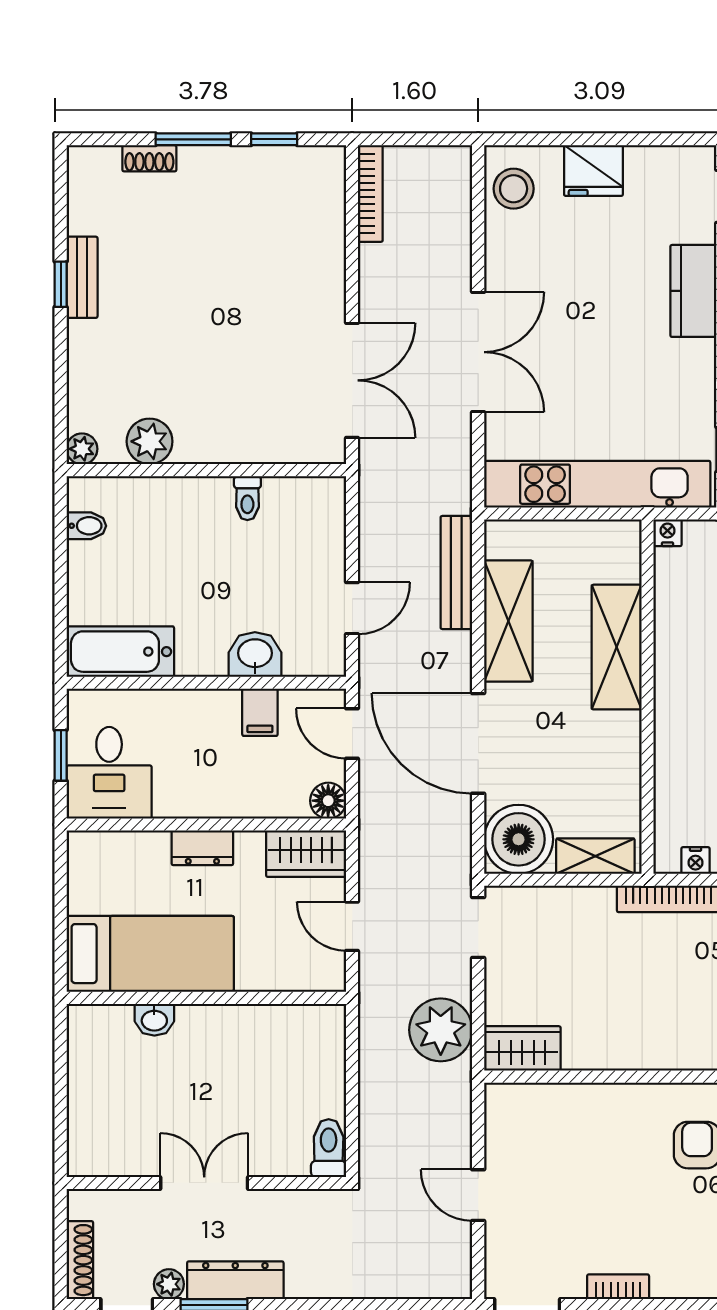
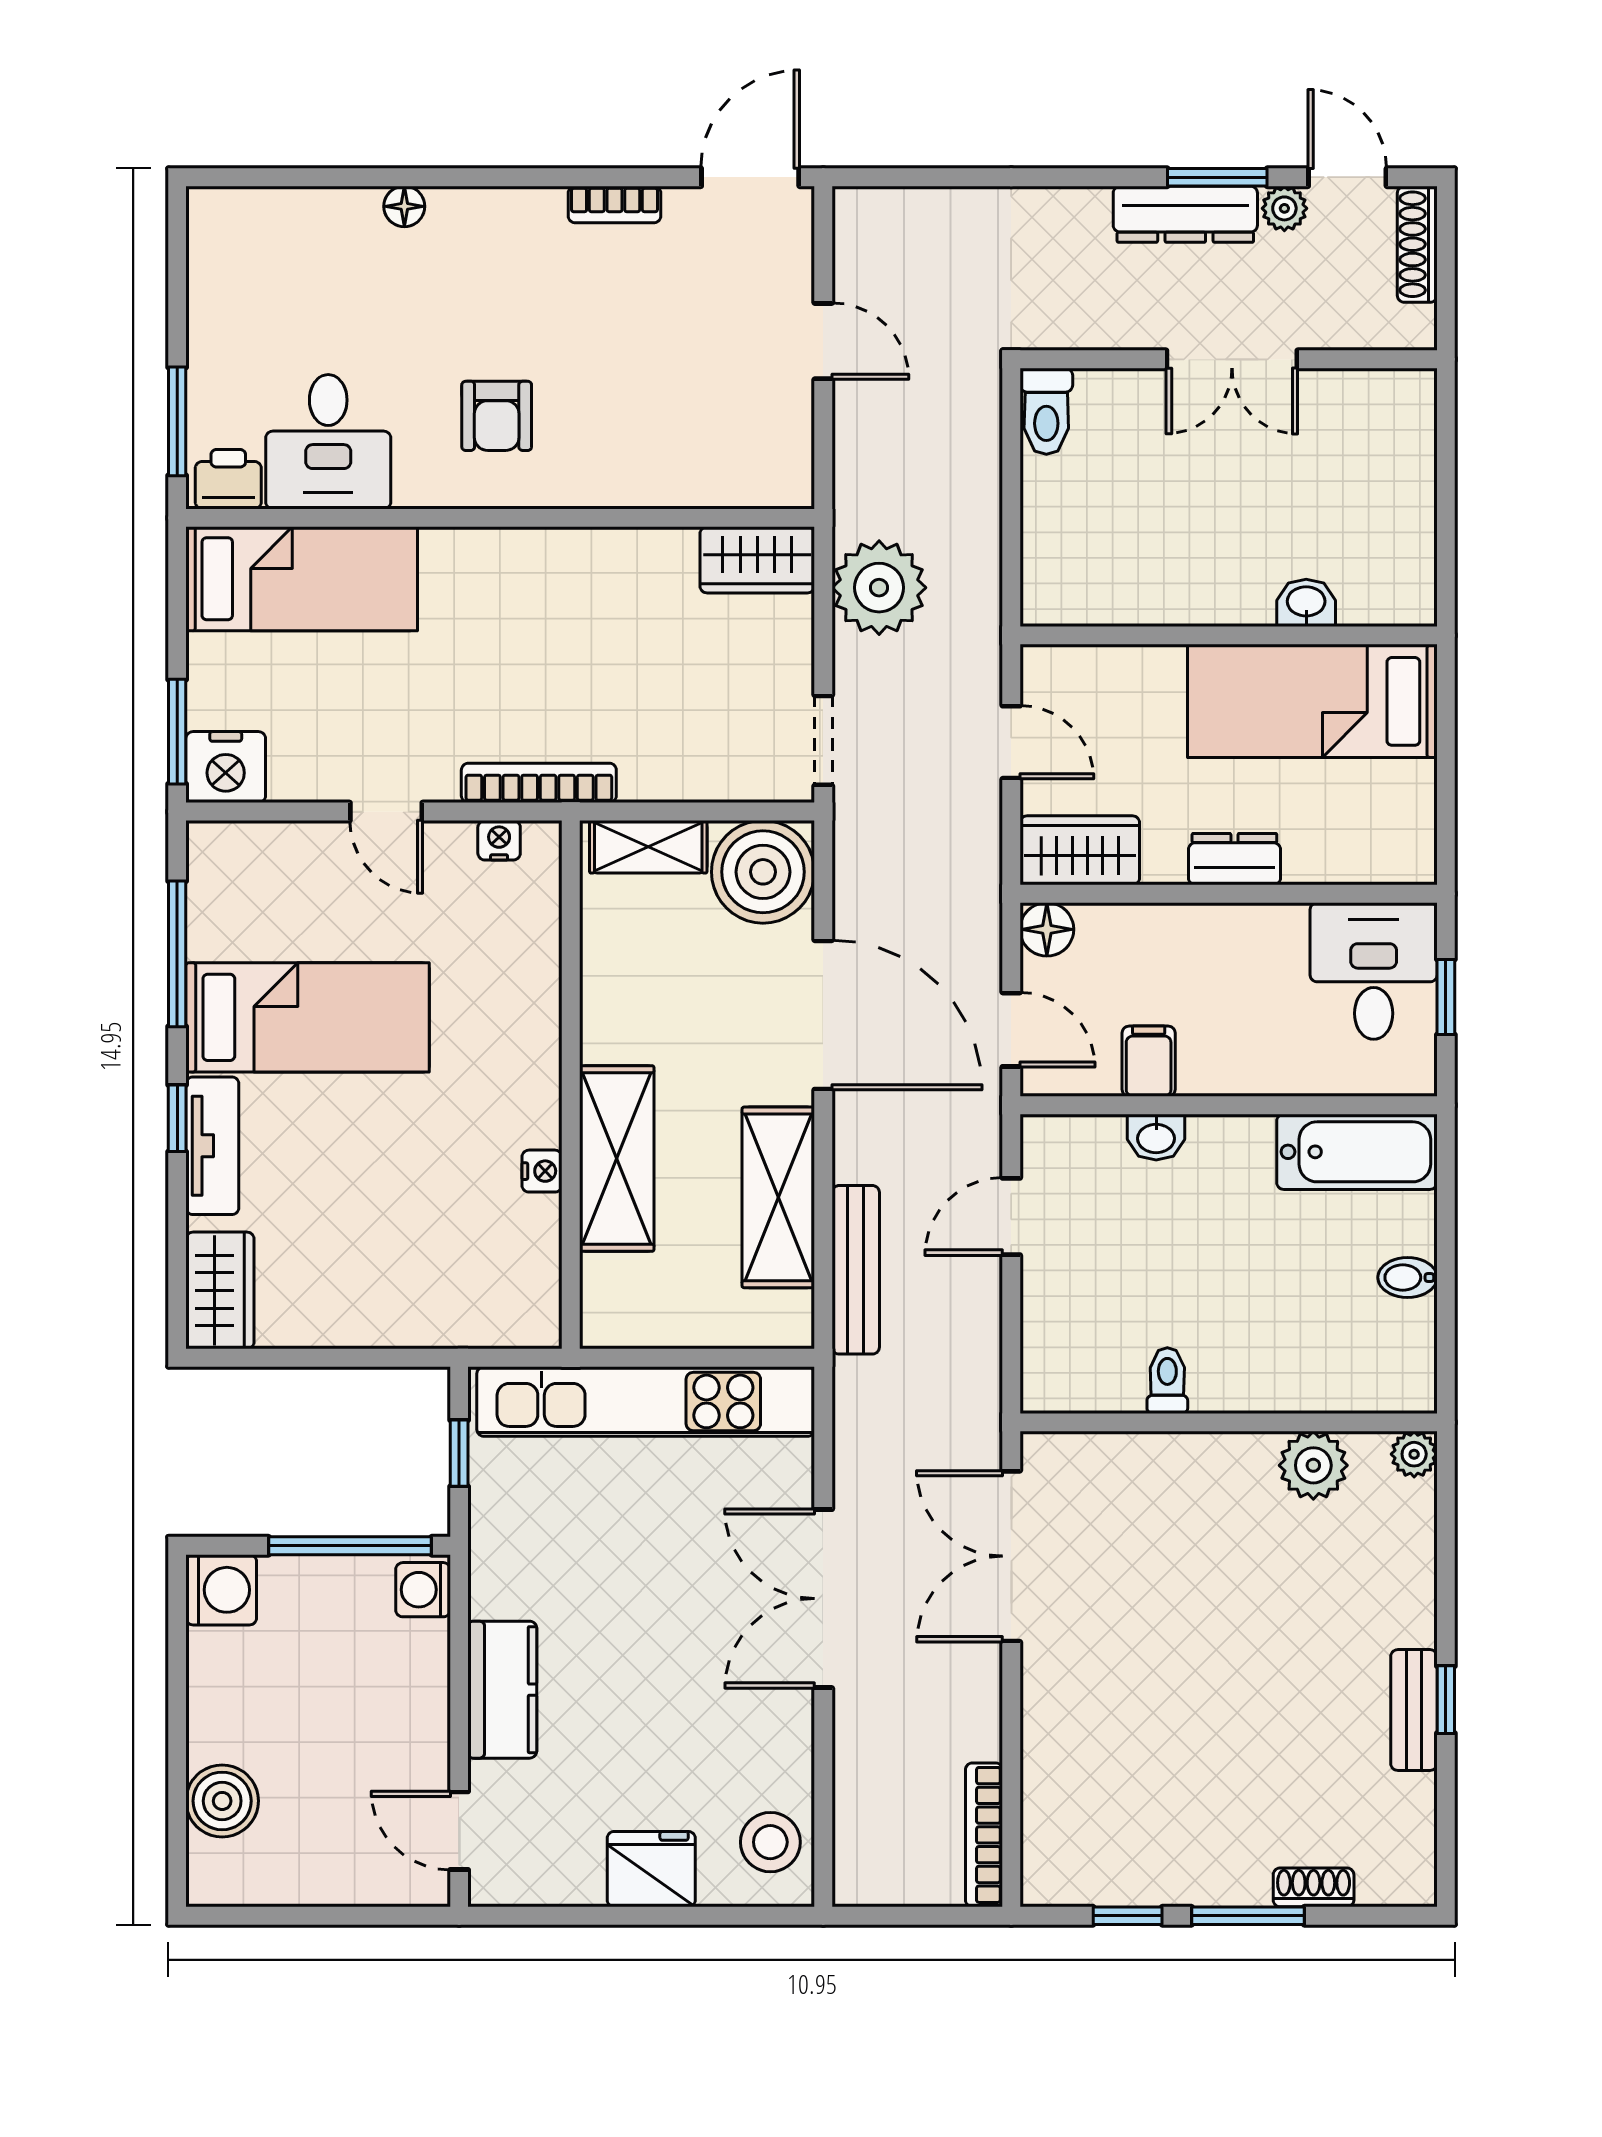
bidet: (86, 526) -> (1407, 1277), moved
nightstand: (668, 533) -> (542, 1171), moved, turned -90
washbasin: (255, 655) -> (1156, 1137), width x0.72, depth x0.69

